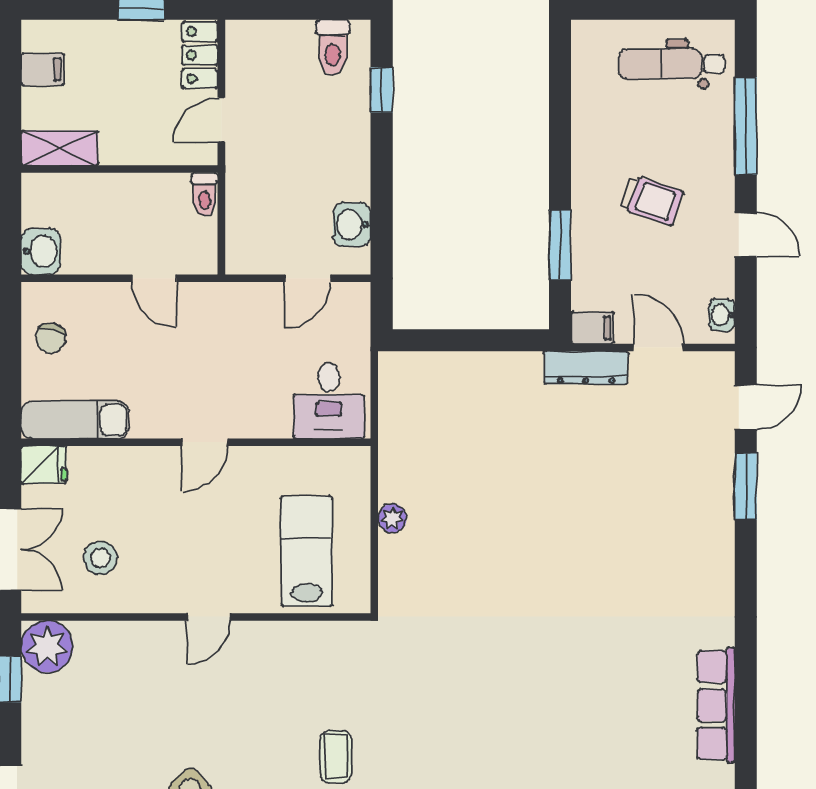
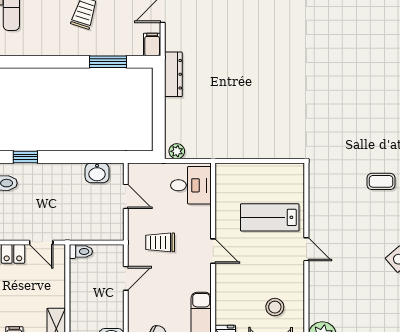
trolley: (221, 343) -> (160, 242), added
dresser: (586, 368) -> (173, 74), moved
plant: (392, 518) -> (177, 151), moved
lab bench: (307, 551) -> (270, 217), moved

